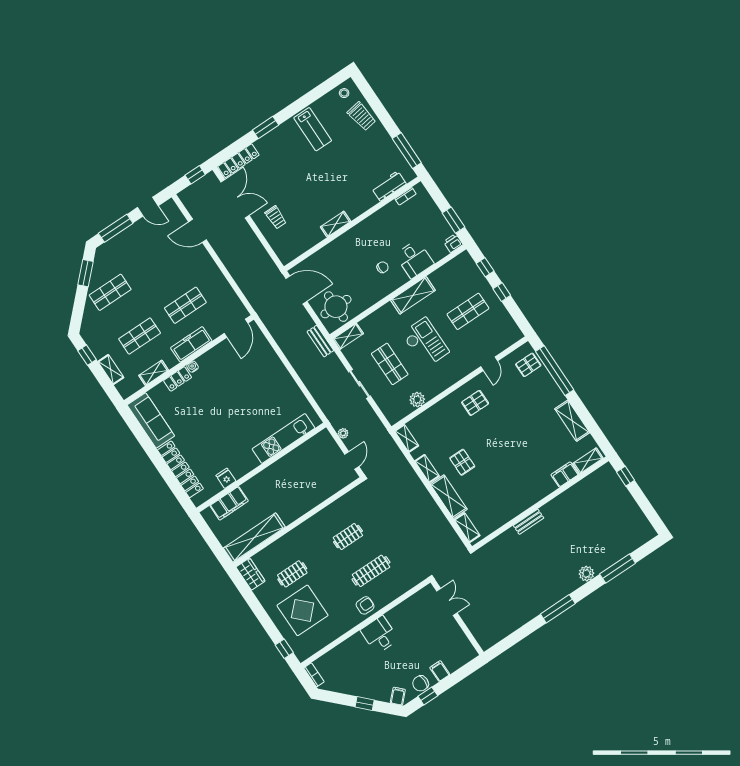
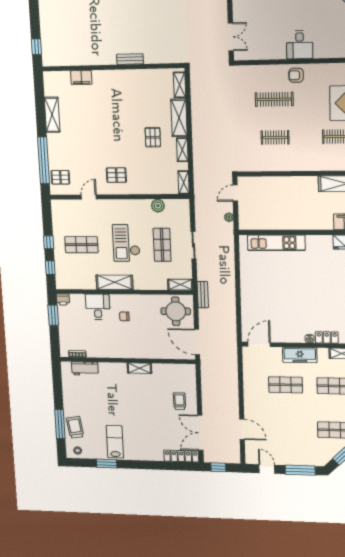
window: (266, 128) -> (107, 463), moved
window: (407, 151) -> (60, 424), moved
shelving: (588, 461) -> (58, 77), removed
double door: (447, 602) -> (231, 37), swing flipped

